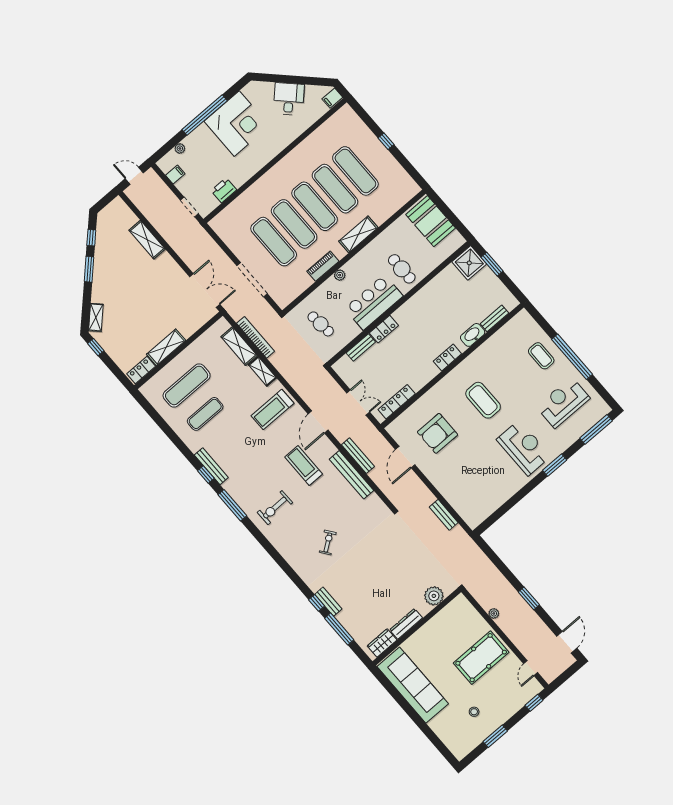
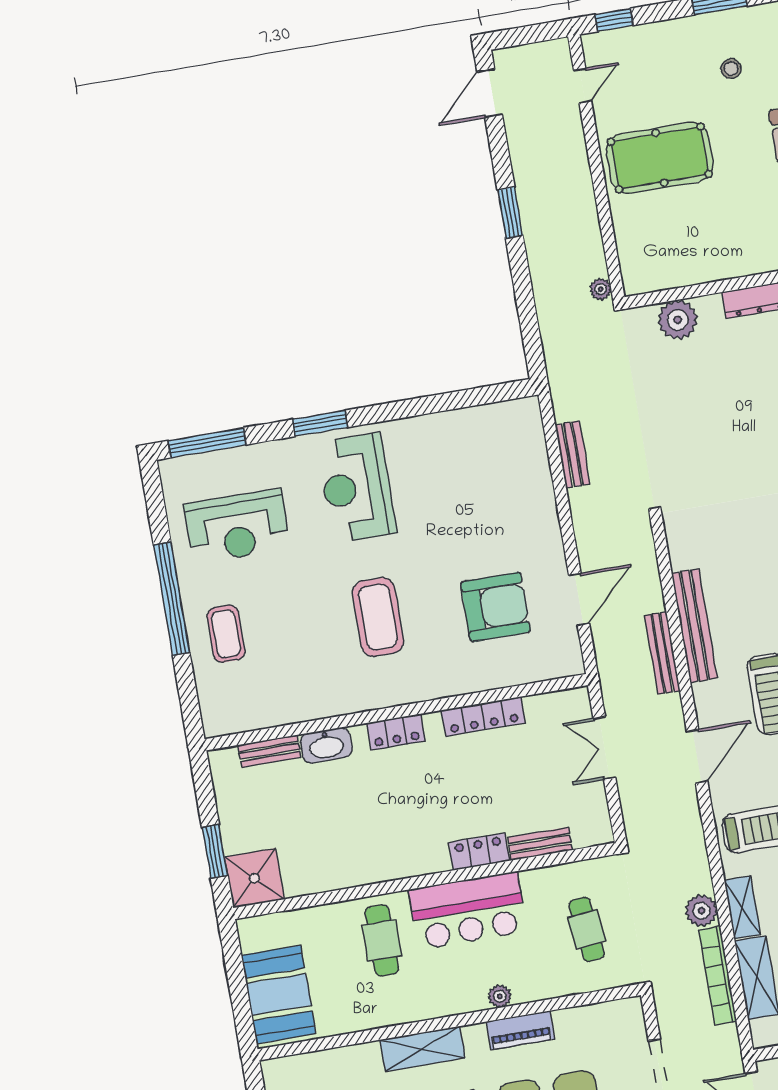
plant: (278, 360) -> (701, 911), added
locker: (397, 402) -> (483, 717), moved
plant: (494, 613) -> (601, 289), moved

